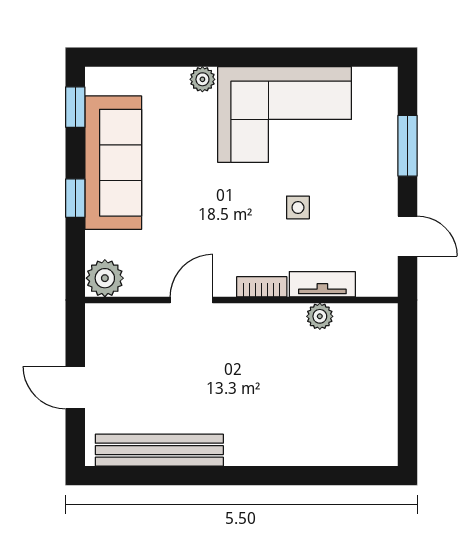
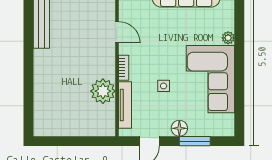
floor lamp: (382, 176) -> (179, 128), added
tv unit: (322, 284) -> (125, 105), width x1.41
plant: (320, 316) -> (103, 91), width x1.87, depth x1.87

